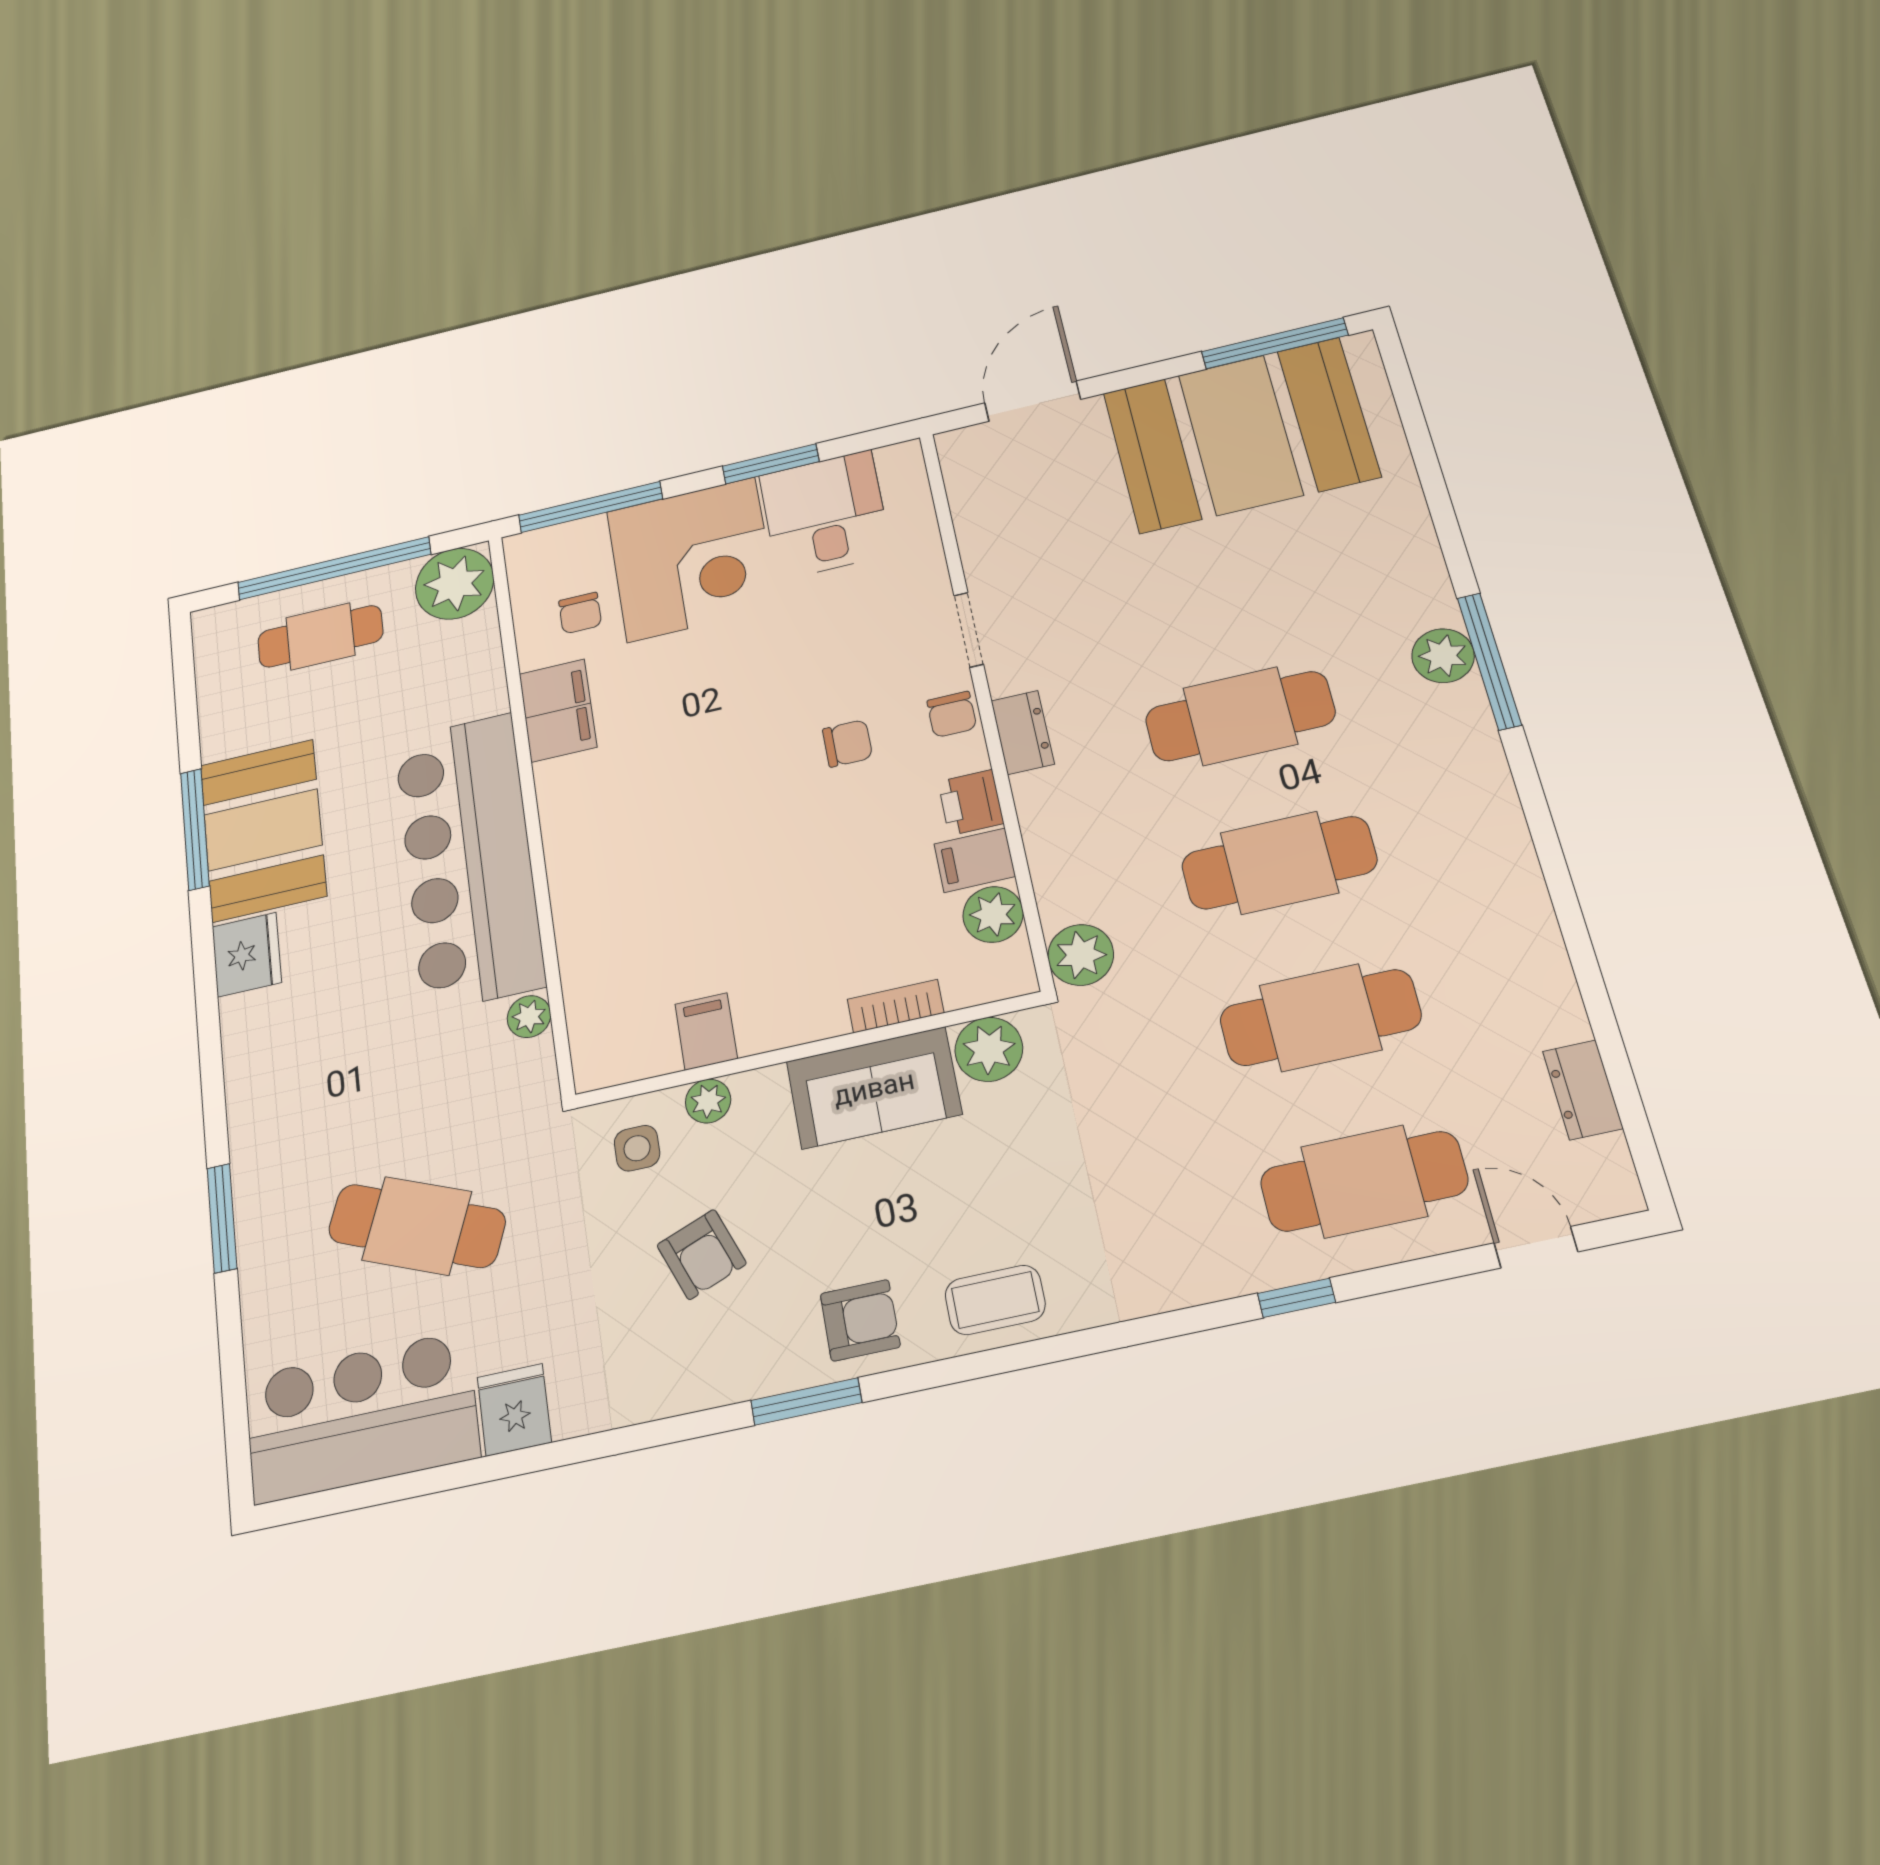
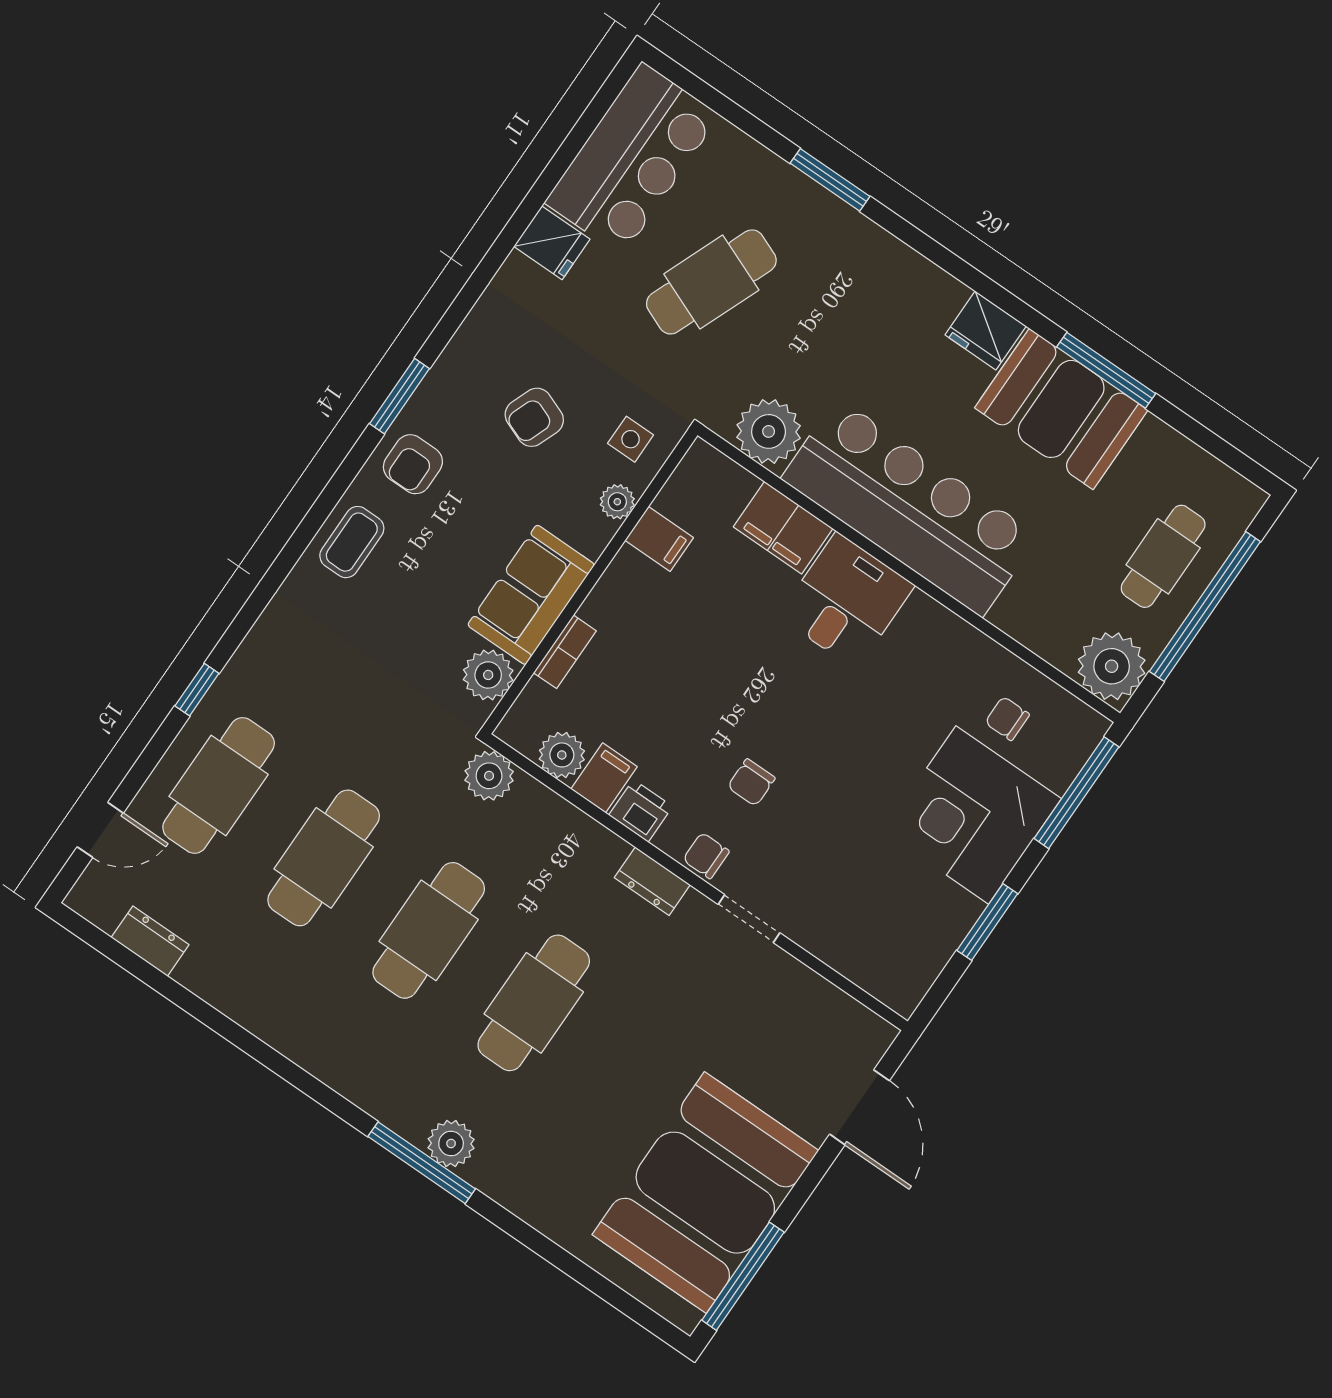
desk: (825, 515) -> (846, 601), moved, turned -90
filing cabinet: (558, 710) -> (783, 528), moved
plant: (529, 1017) -> (769, 431), width x1.87, depth x1.87
armchair: (702, 1254) -> (534, 417), turned -48

